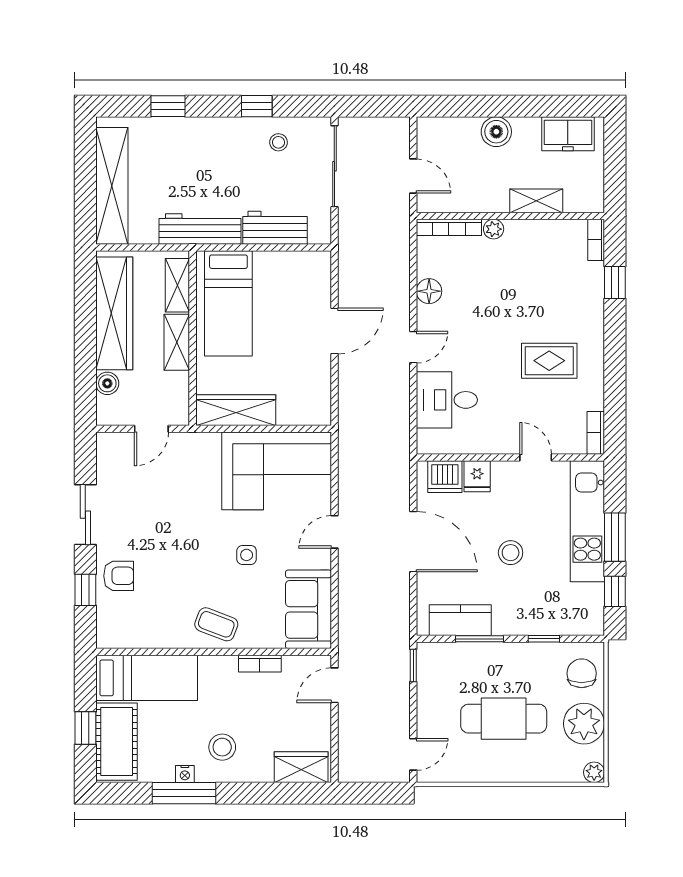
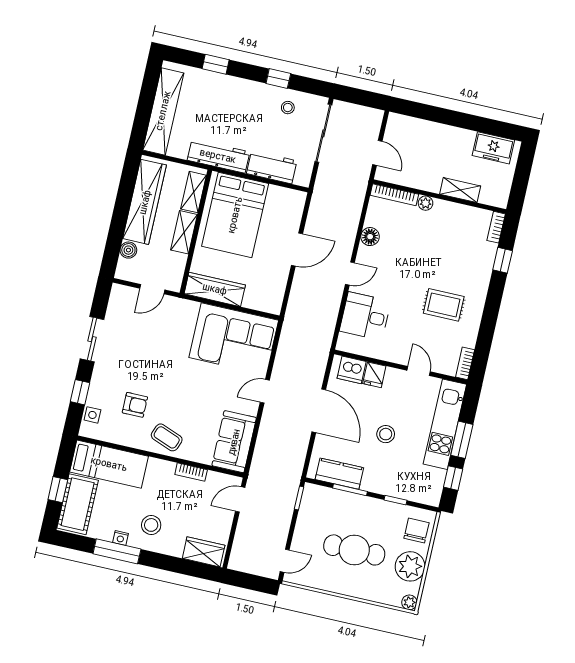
boiler: (496, 132) -> (443, 135), removed
bed: (228, 303) -> (235, 215), width x1.50
side table: (247, 555) -> (92, 415), moved
armchair: (119, 576) -> (135, 405), moved

